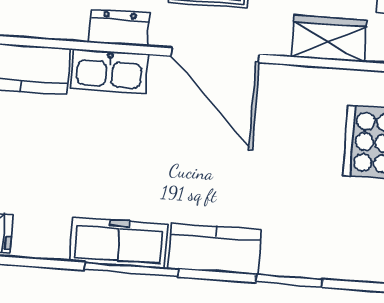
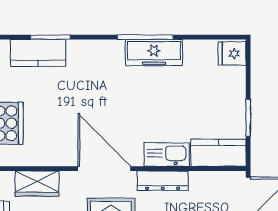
dresser: (119, 28) -> (163, 181), width x1.44
kitchen counter: (215, 249) -> (38, 53), moved

